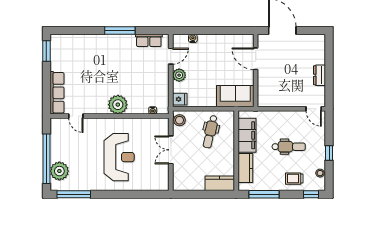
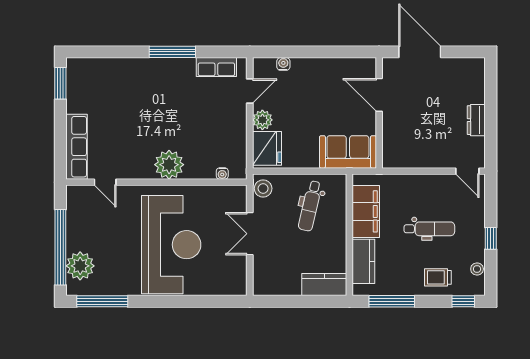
fridge: (180, 99) -> (267, 148), width x1.88, depth x1.34
reception desk: (119, 157) -> (171, 245), width x1.36, depth x1.30

